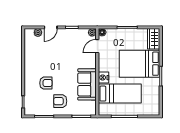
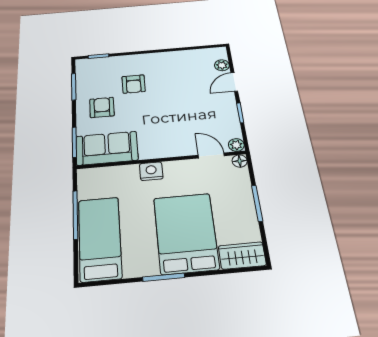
door: (51, 27) -> (234, 82), hinge flipped
sofa: (87, 84) -> (107, 148), moved
bed: (120, 94) -> (100, 238), moved, turned 180

